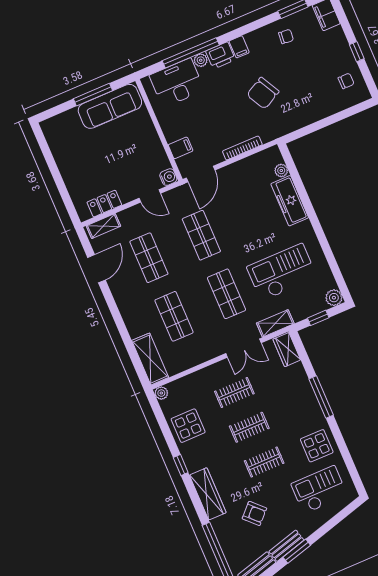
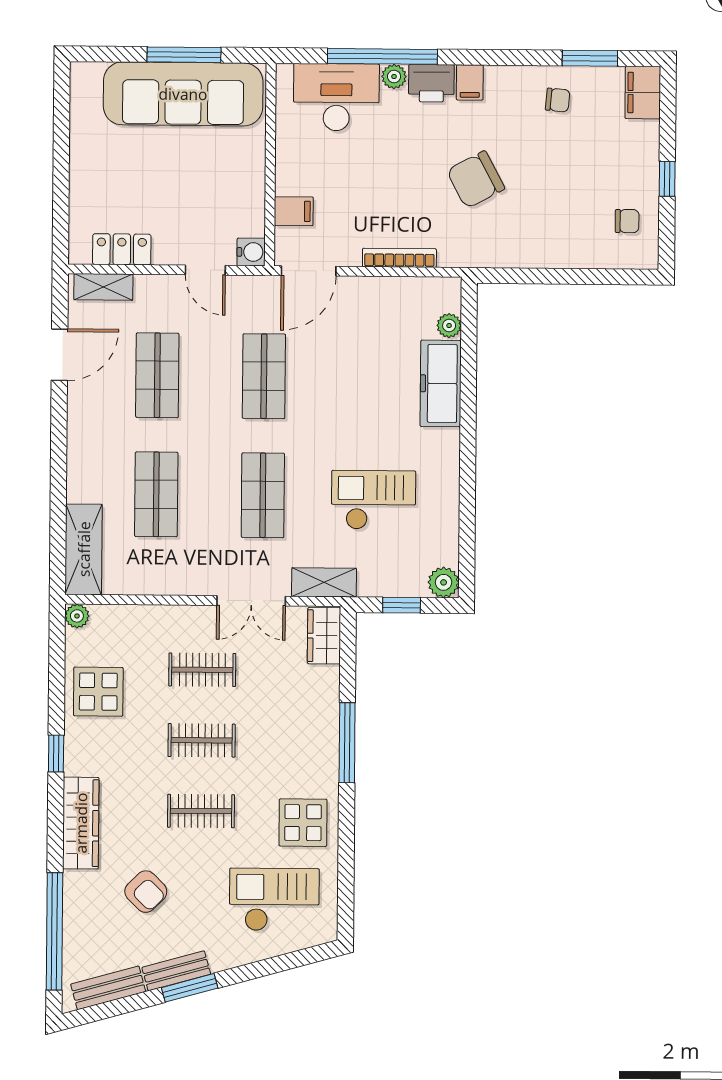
sofa: (110, 106) -> (183, 94), width x1.36, depth x1.27
checkout: (282, 272) -> (374, 500), width x0.73, depth x0.83

